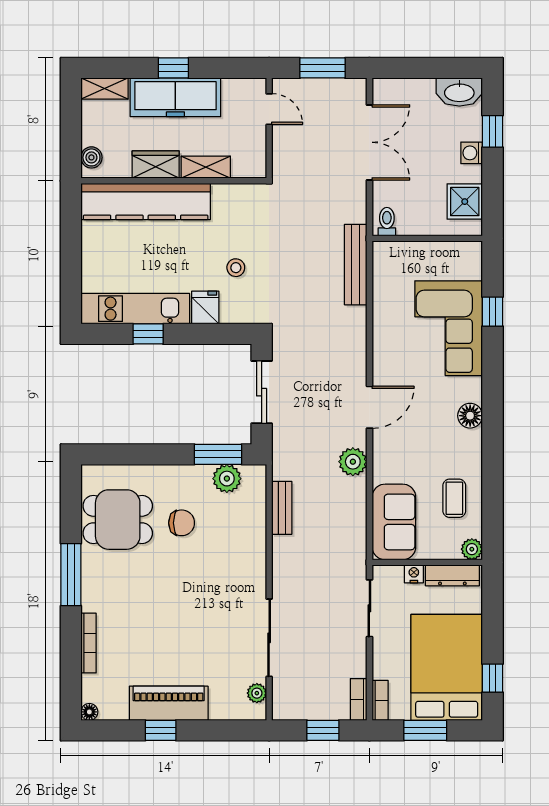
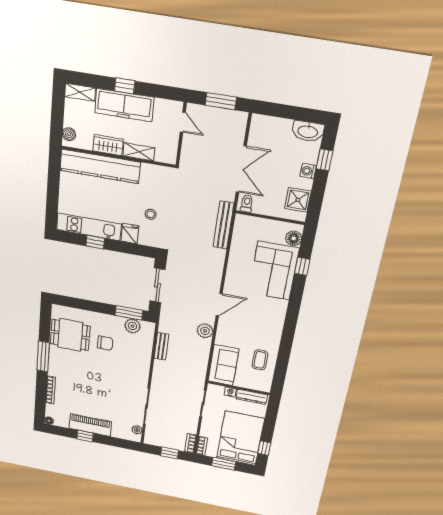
double door: (369, 142) -> (241, 169), moved
floor lamp: (470, 416) -> (294, 238), moved
plant: (472, 549) -> (265, 387), removed

